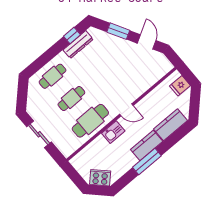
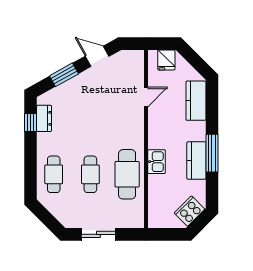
dresser: (78, 45) -> (44, 118), width x0.70
door: (126, 110) -> (146, 97), moved
kitchen counter: (147, 145) -> (196, 160), moved

